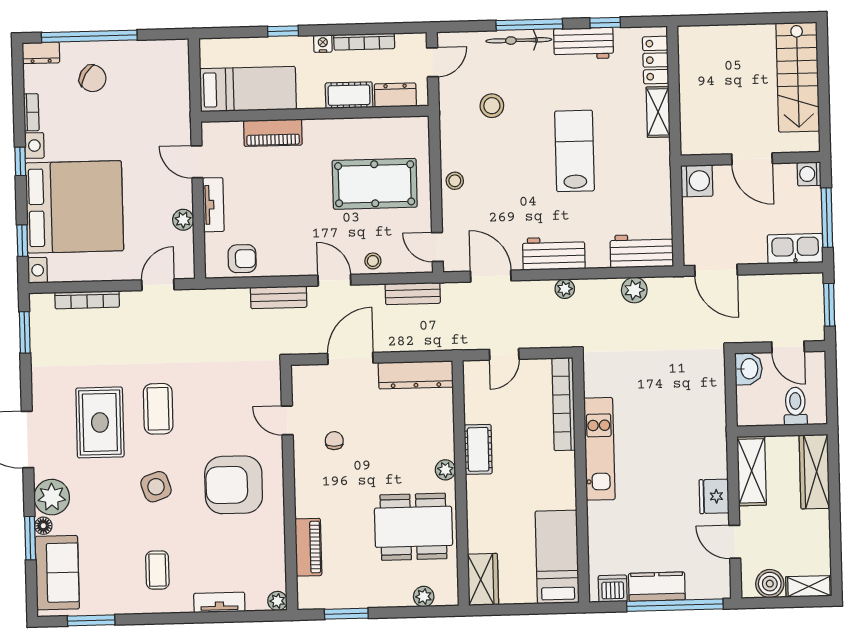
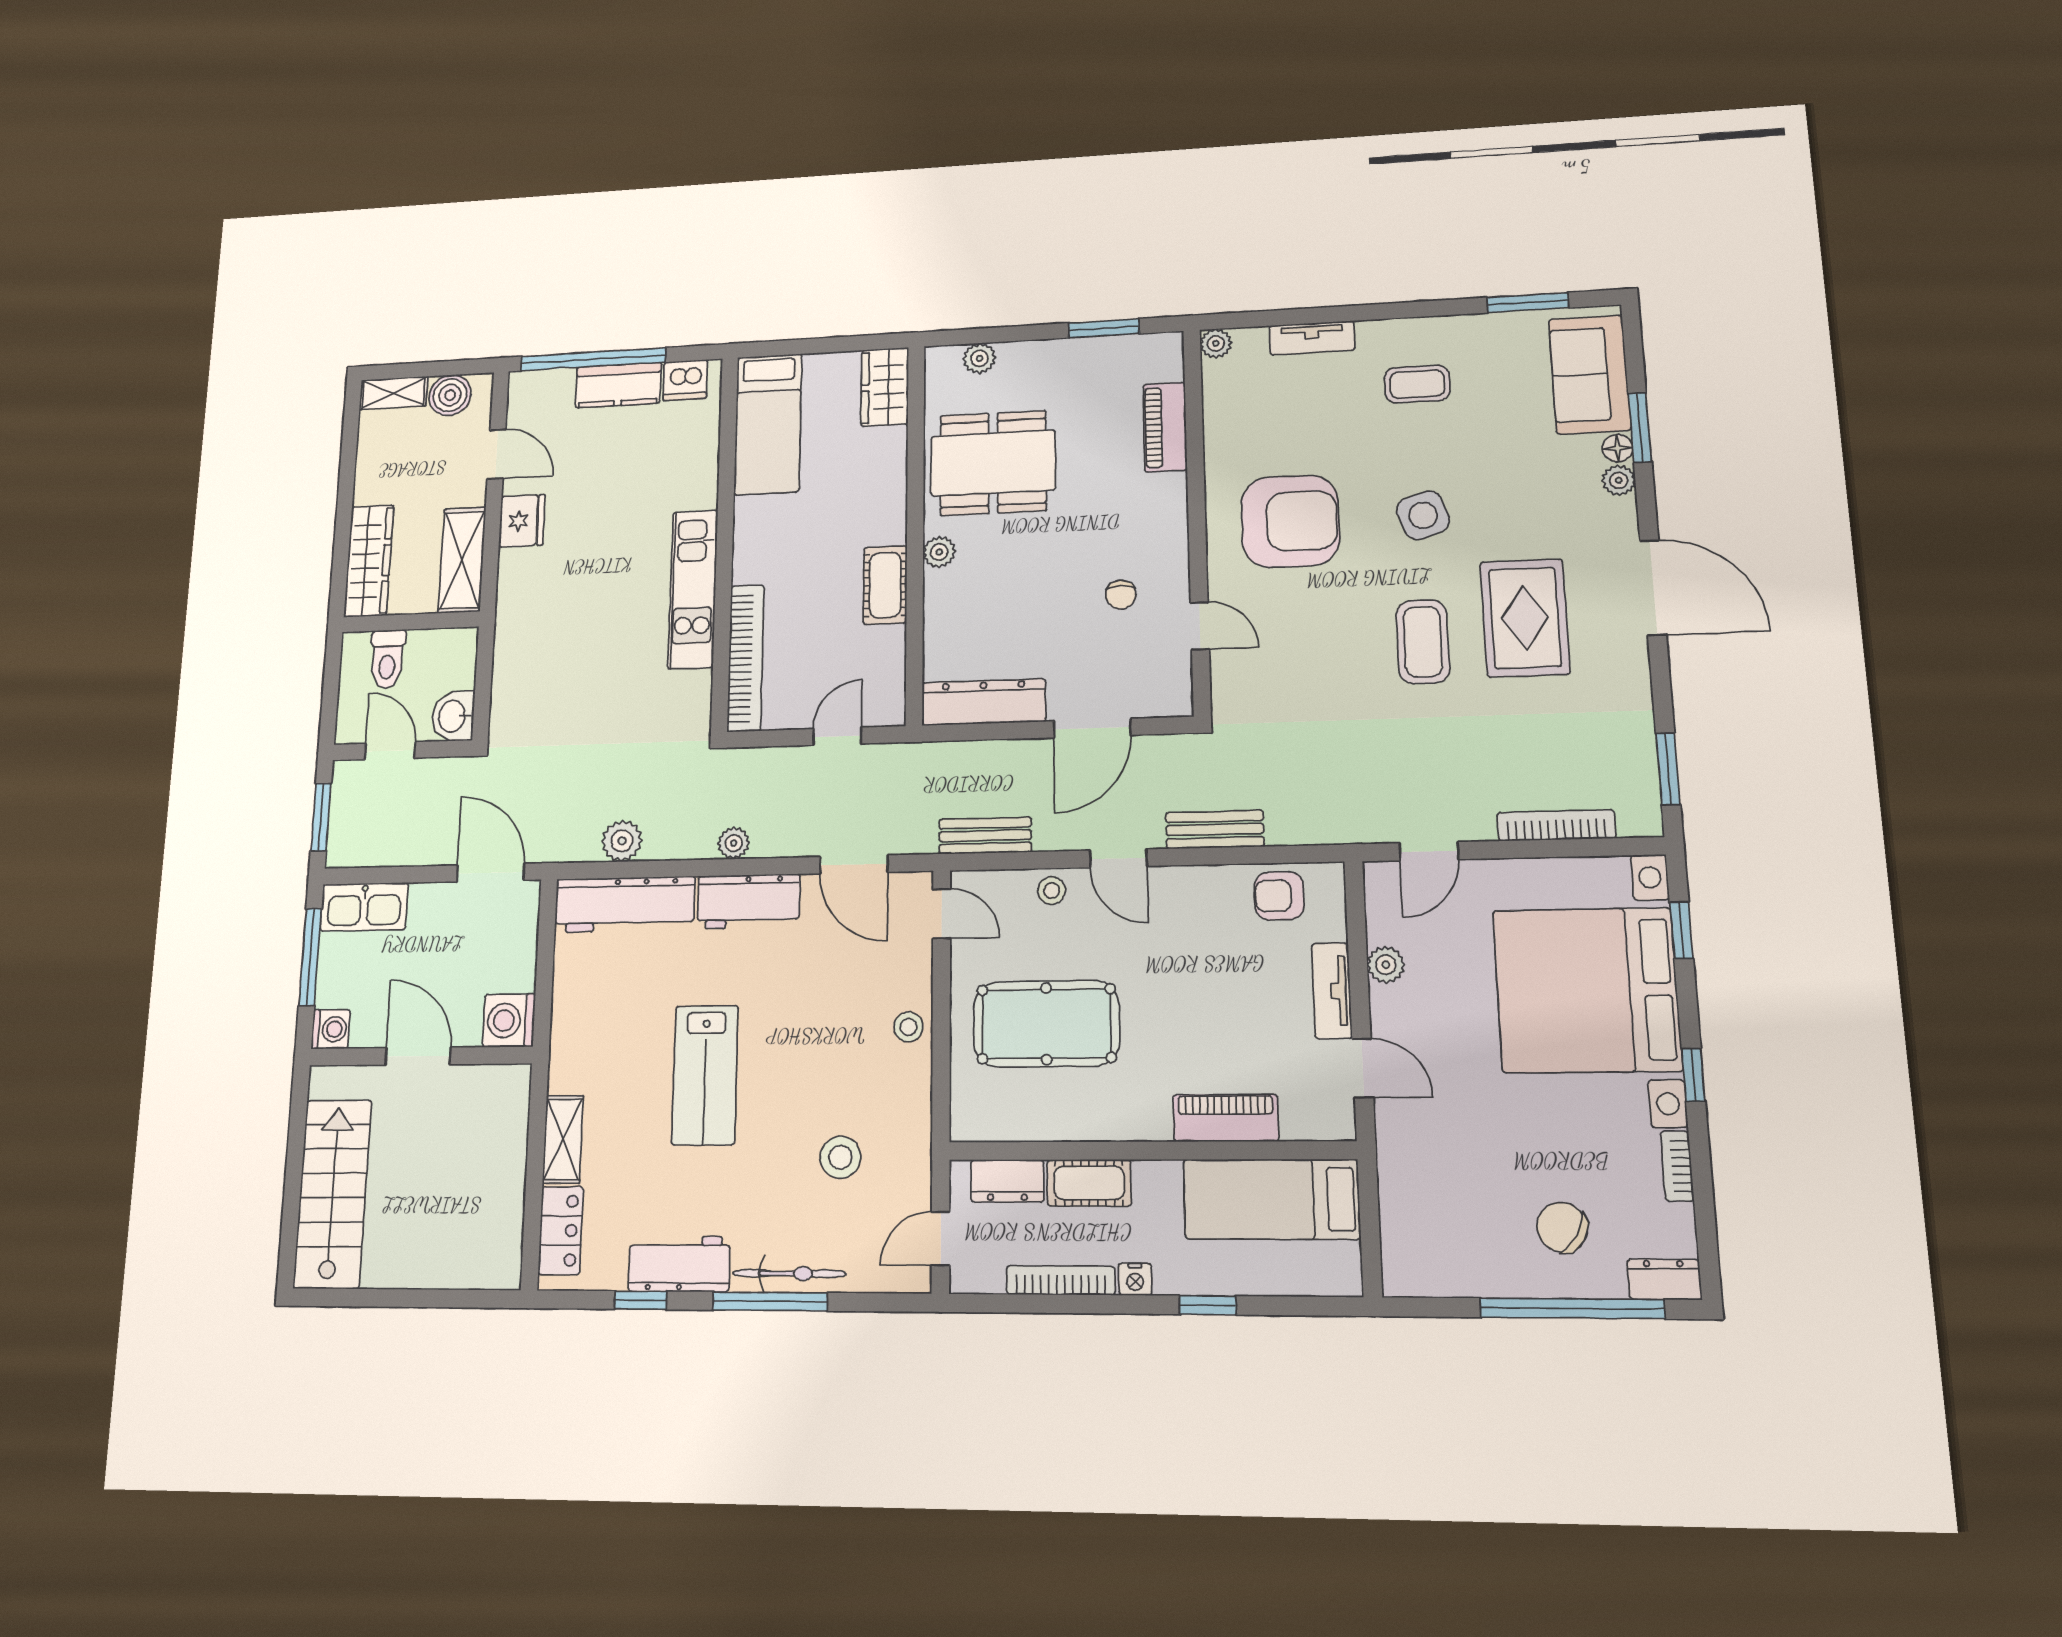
workbench: (642, 251) -> (625, 904), width x1.37
plant: (52, 497) -> (1619, 480), width x0.53, depth x0.53
coffee table: (157, 570) -> (1417, 384), turned 90

